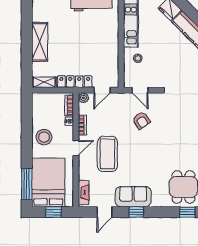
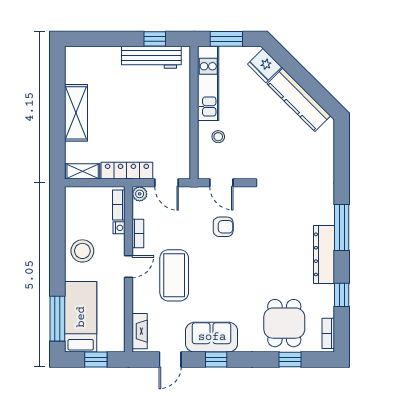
door: (102, 90) -> (167, 183), hinge flipped
armchair: (141, 120) -> (223, 227), turned -56
bed: (48, 183) -> (81, 317), width x0.67

